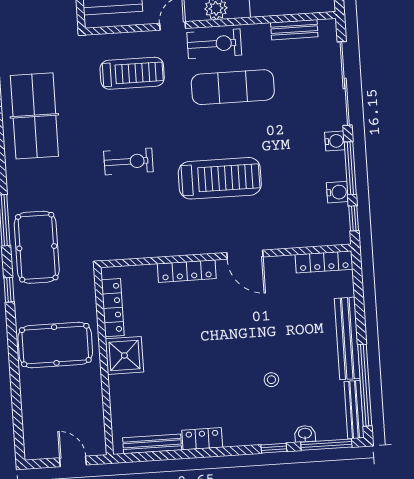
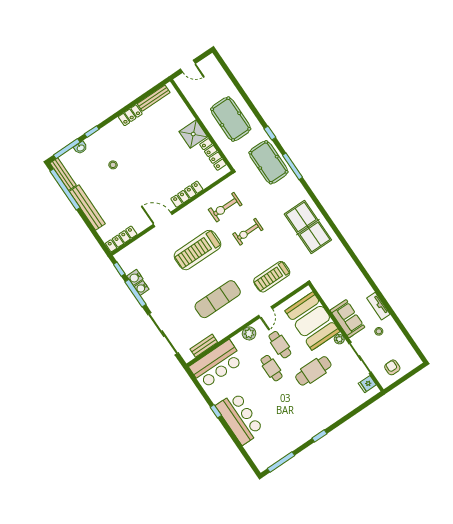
exercise bike: (214, 44) -> (225, 207), moved
water cooler: (335, 141) -> (142, 288), moved
pool table: (55, 345) -> (231, 119), turned 90

